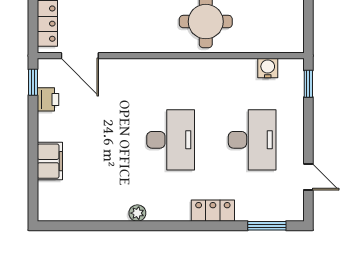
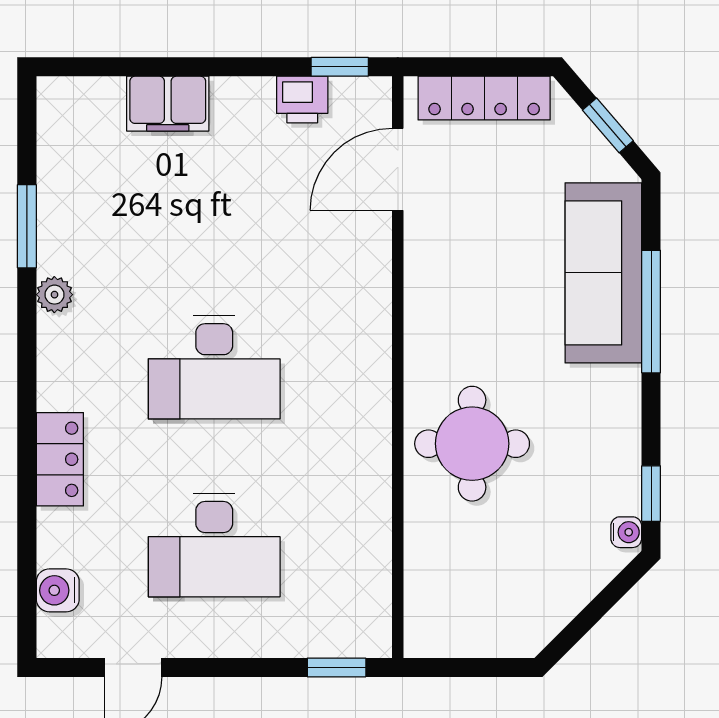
water cooler: (268, 68) -> (58, 590), moved, turned 180
window: (267, 226) -> (27, 226), moved

